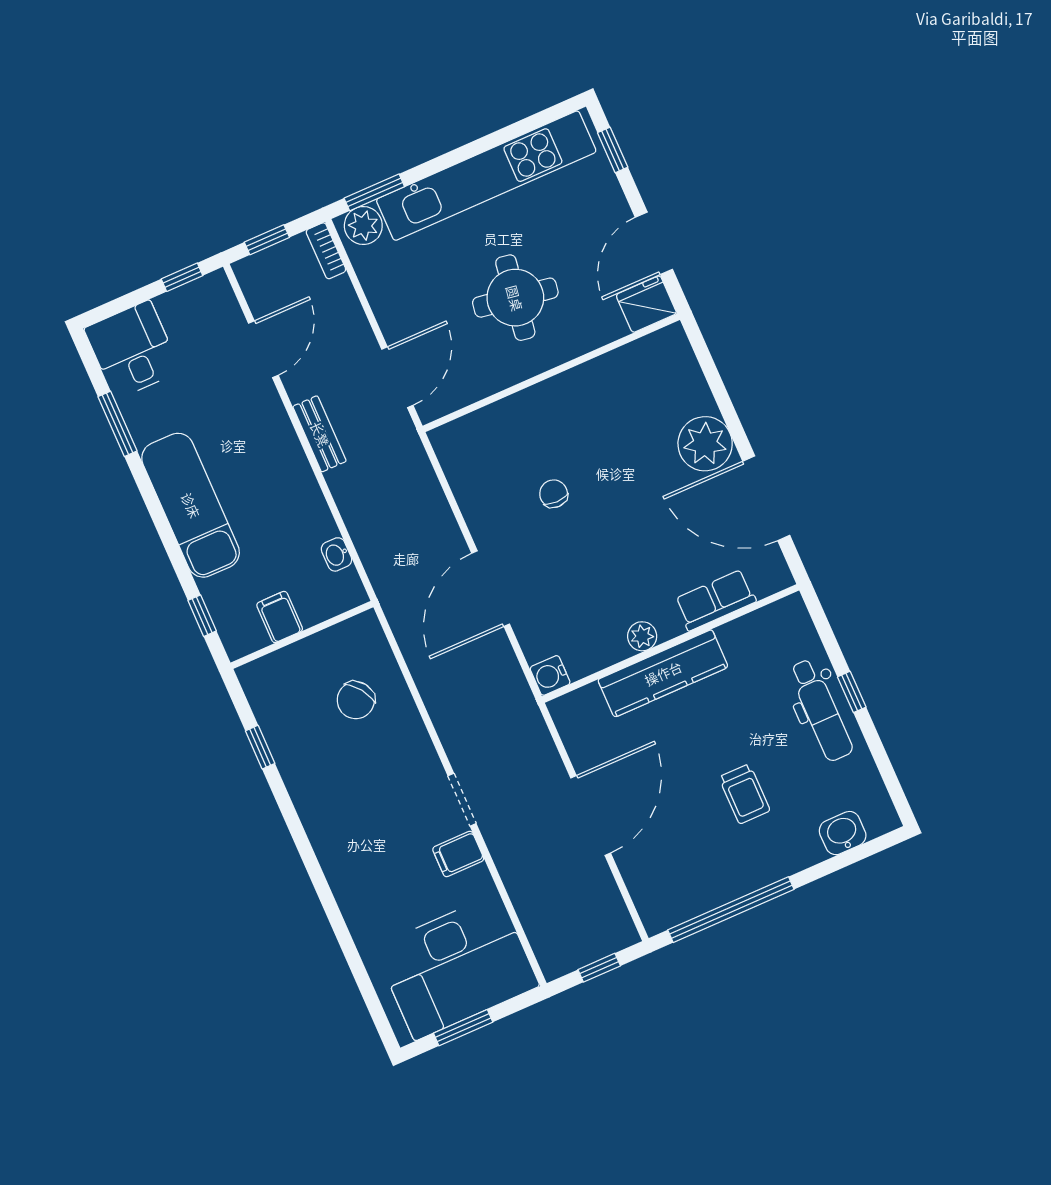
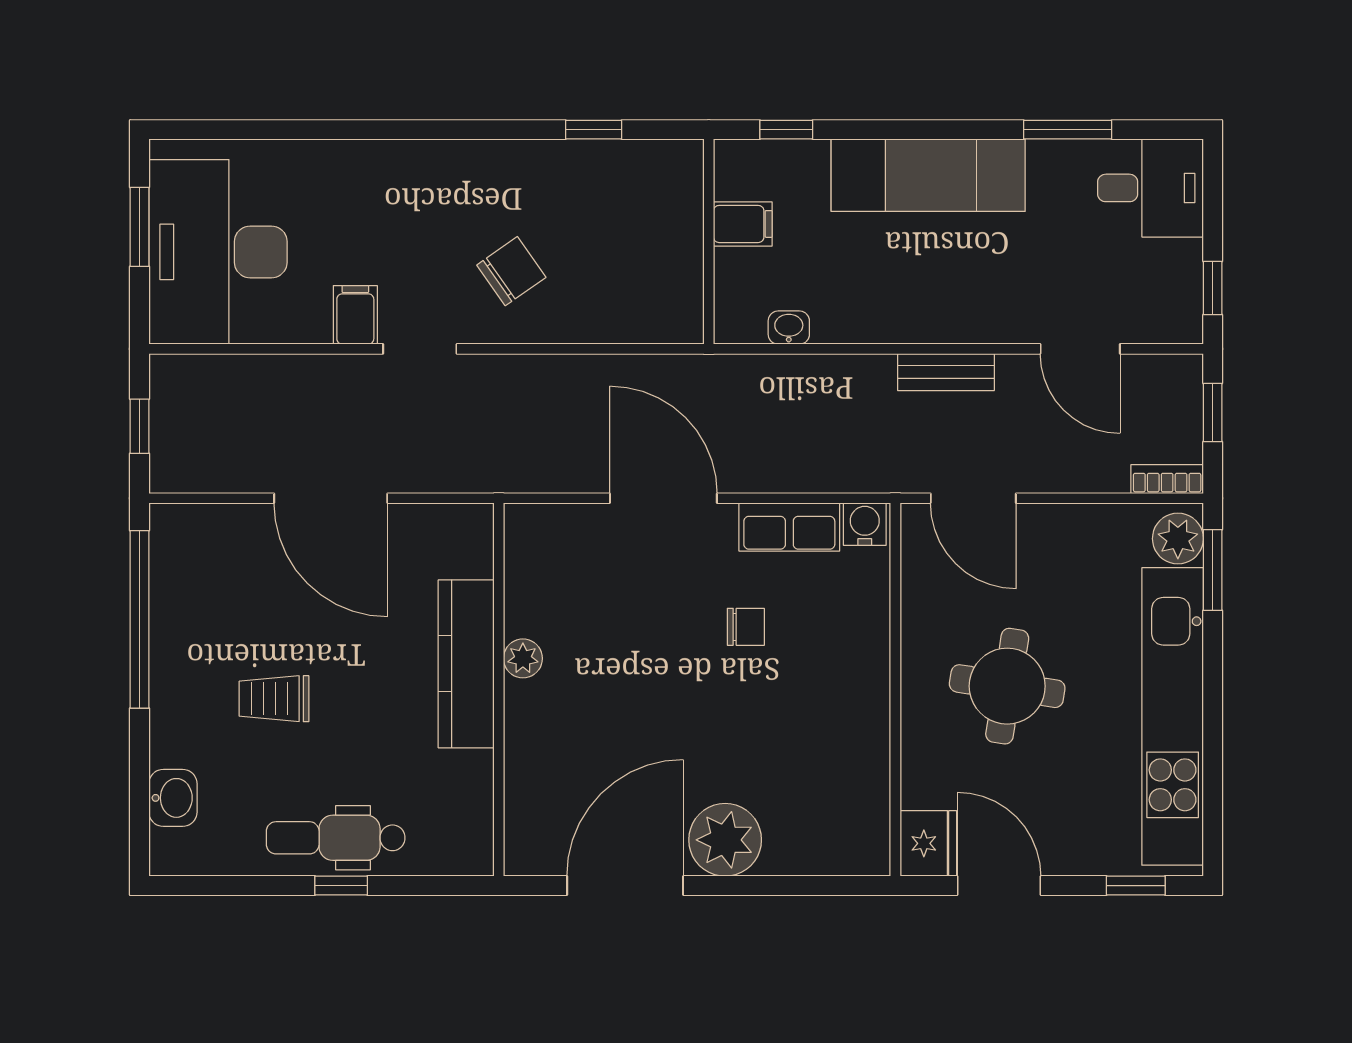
row of seats: (715, 600) -> (789, 527), moved, turned 90
water cooler: (550, 675) -> (865, 524), moved
chair: (356, 700) -> (511, 271), moved, turned 90

